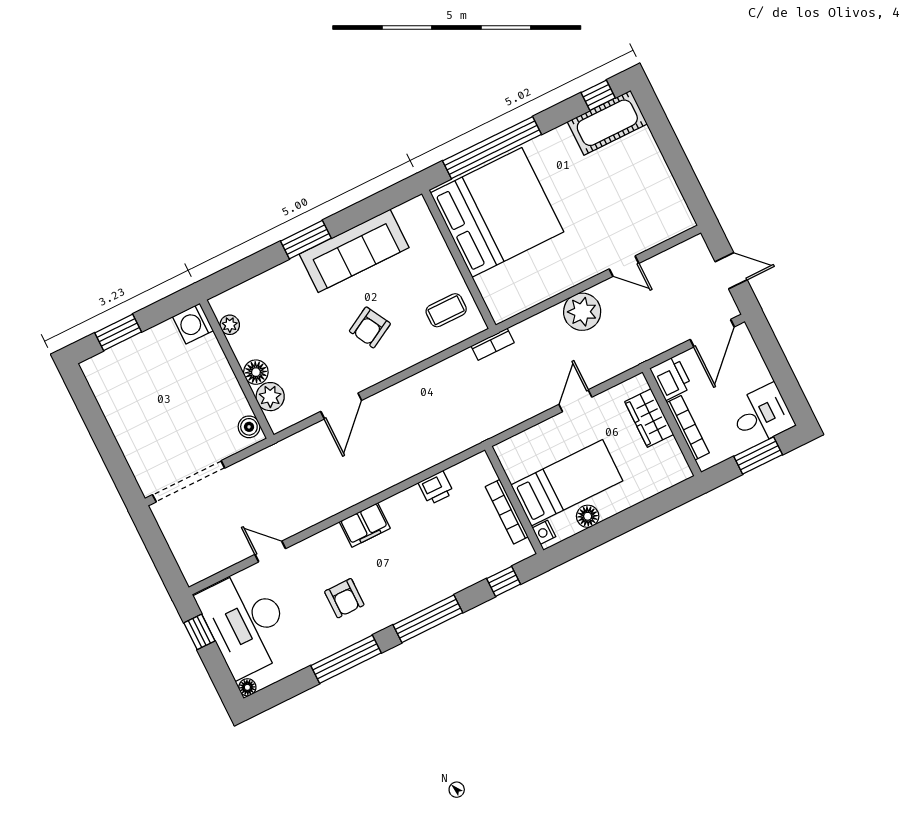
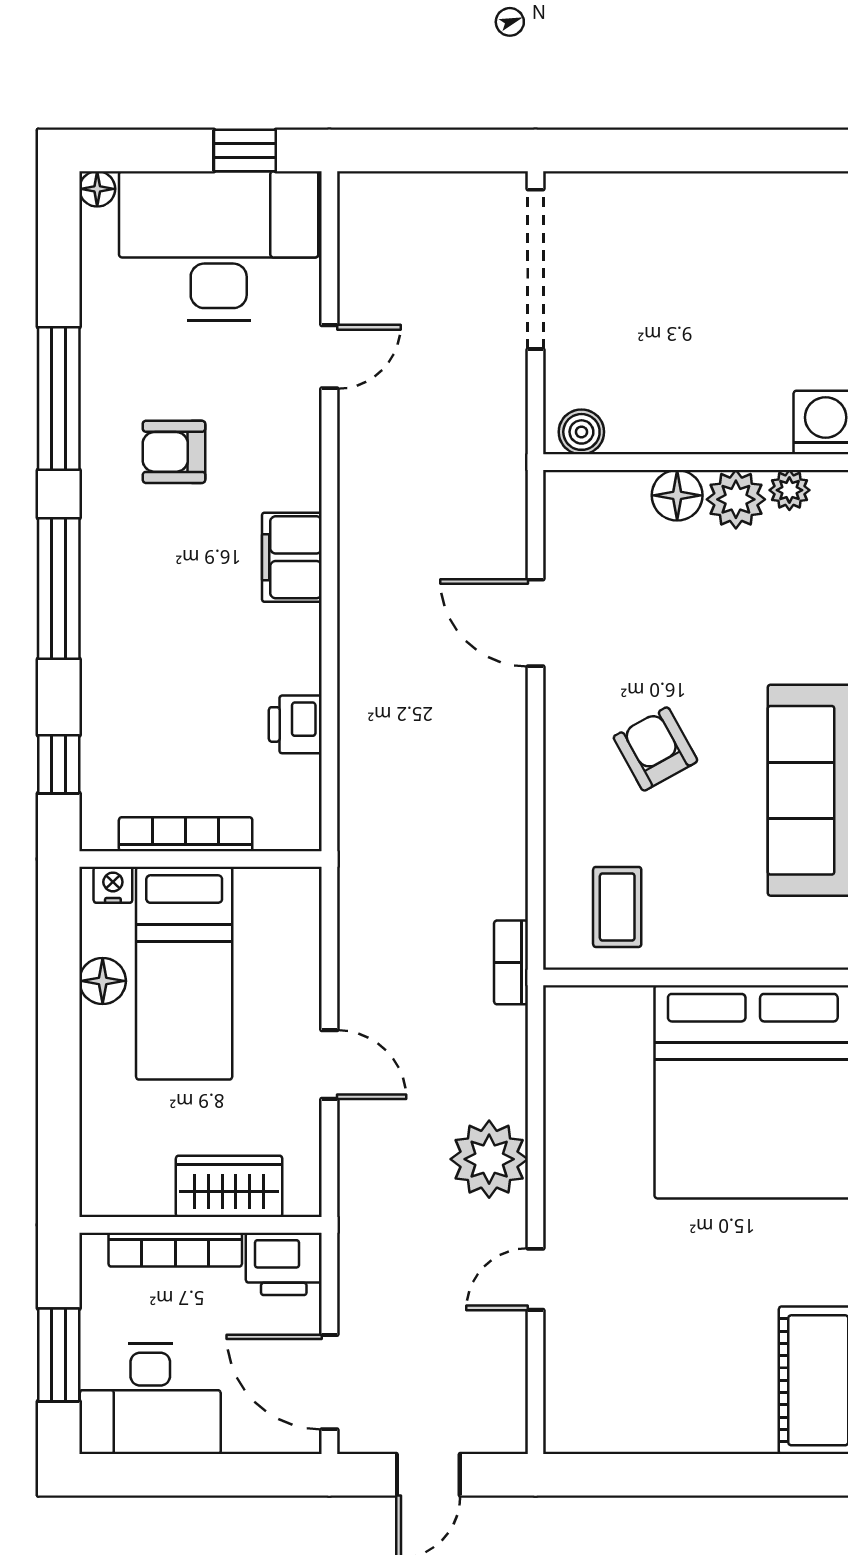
plant: (270, 397) -> (736, 499), moved
desk: (762, 415) -> (150, 1399), width x1.37

